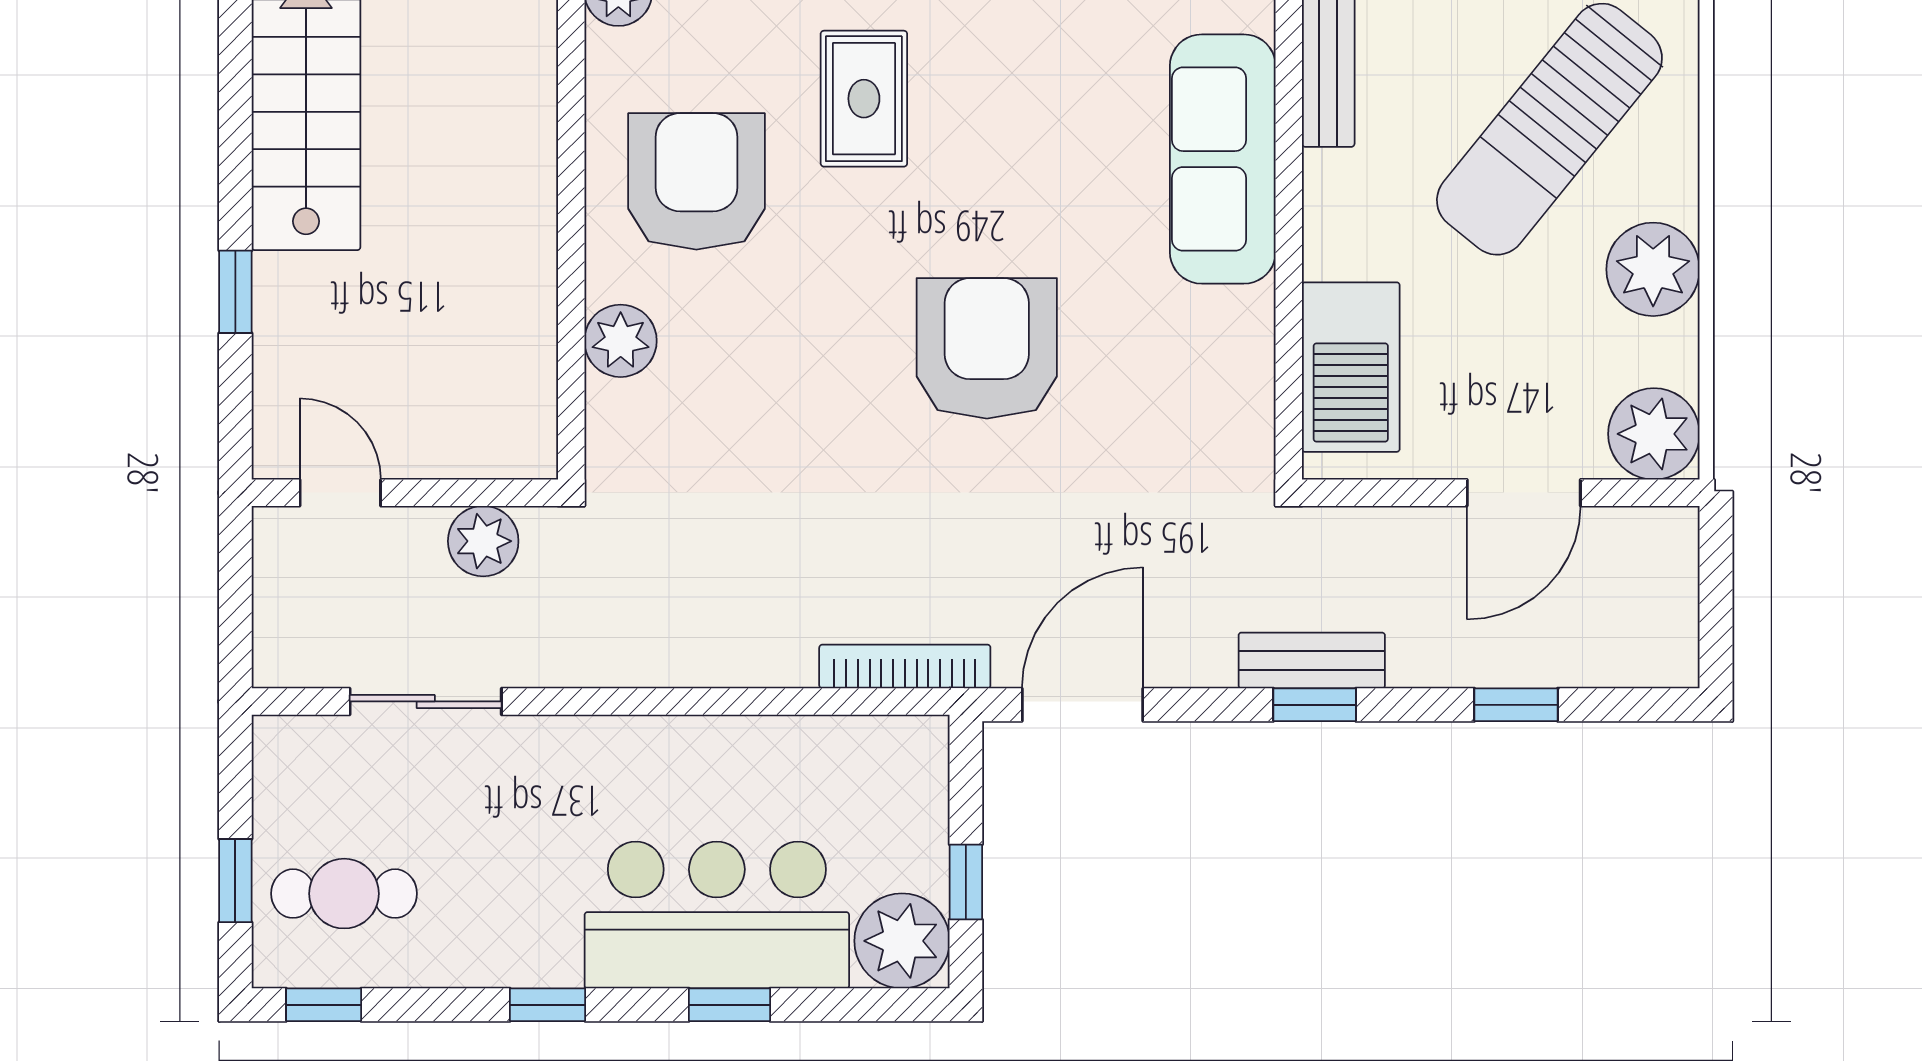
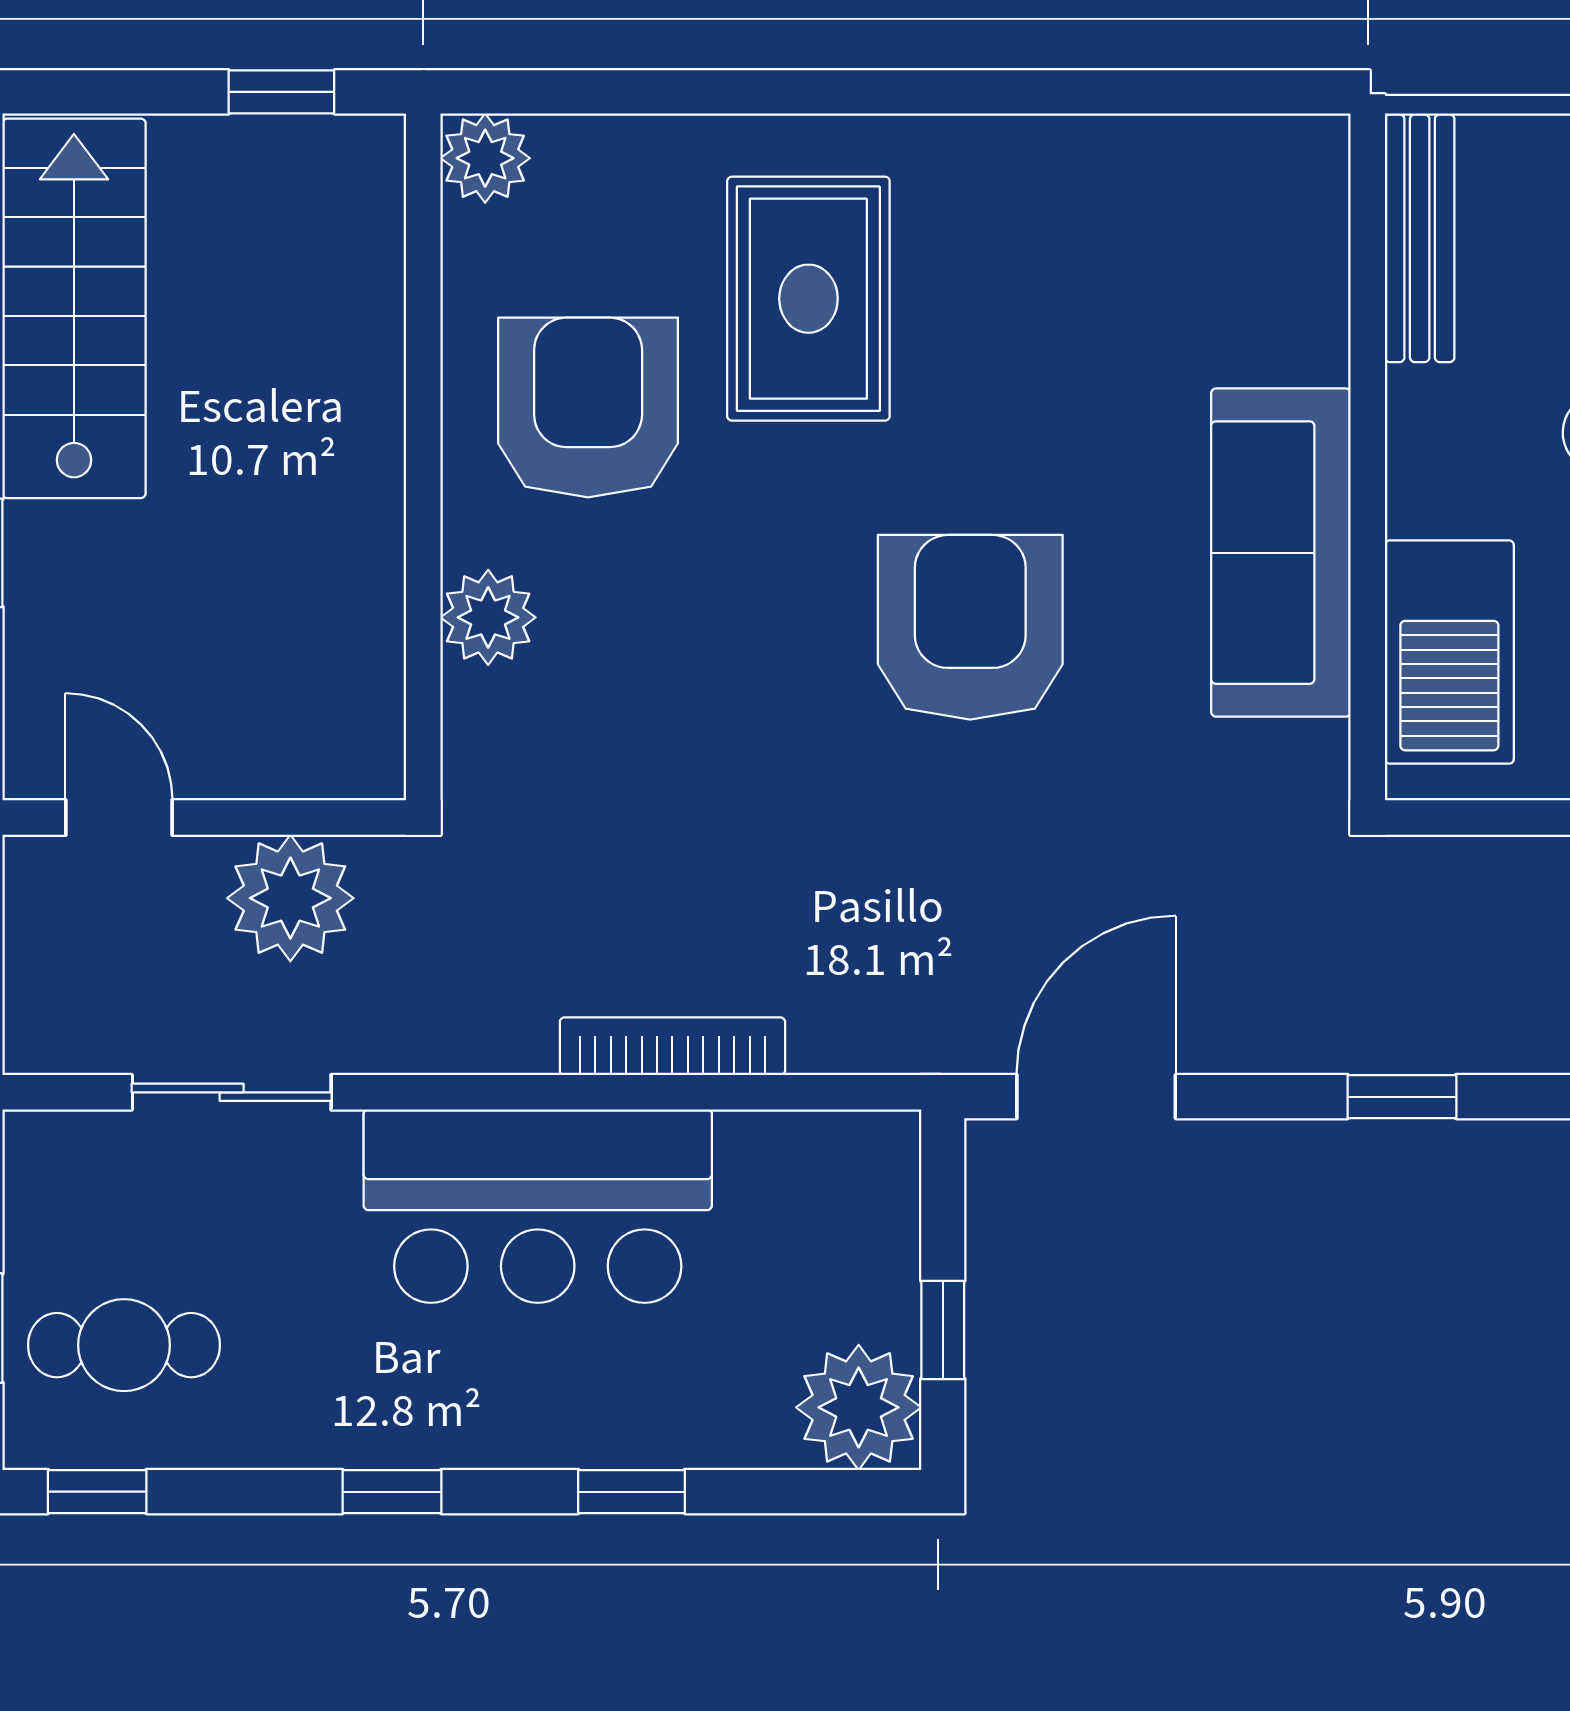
rug: (864, 99) -> (808, 299), width x1.36, depth x1.43
sofa: (1223, 159) -> (1281, 553), moved
plant: (483, 541) -> (290, 898), width x1.36, depth x1.36
bench: (1312, 660) -> (1398, 1038), removed
bookcase: (905, 667) -> (672, 1046), moved
bar counter: (717, 915) -> (538, 1206), moved, turned 180

